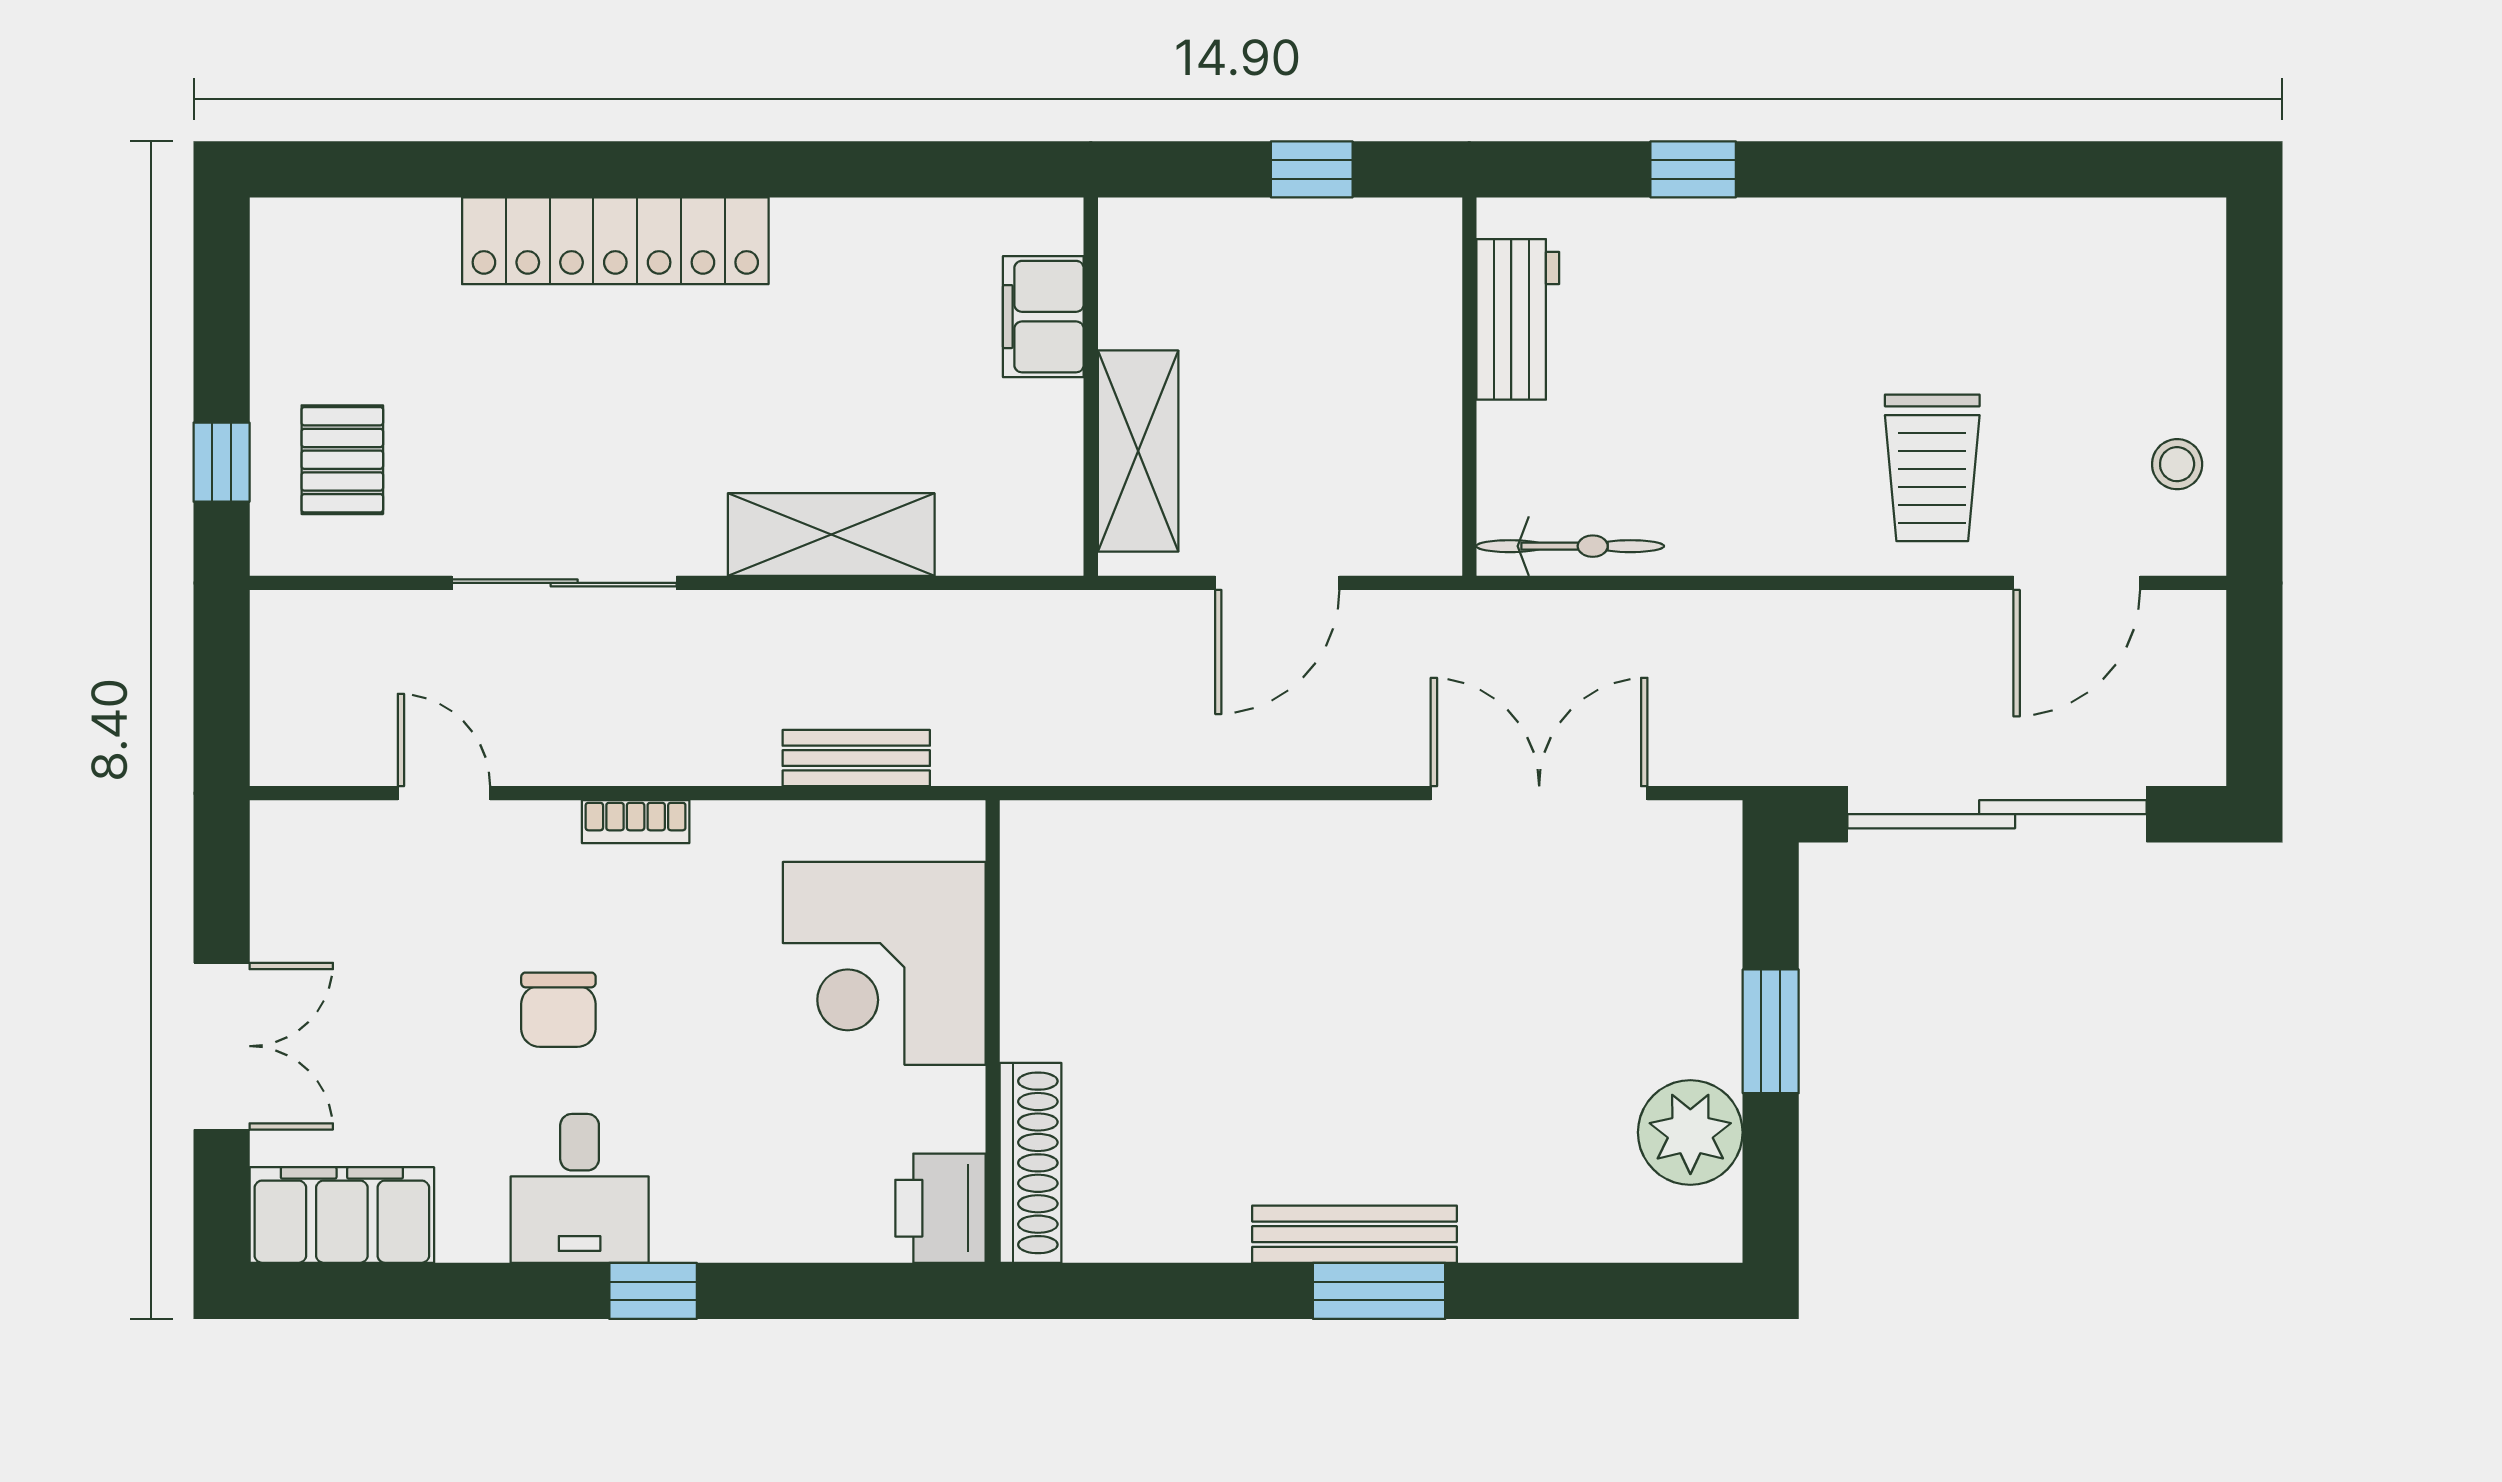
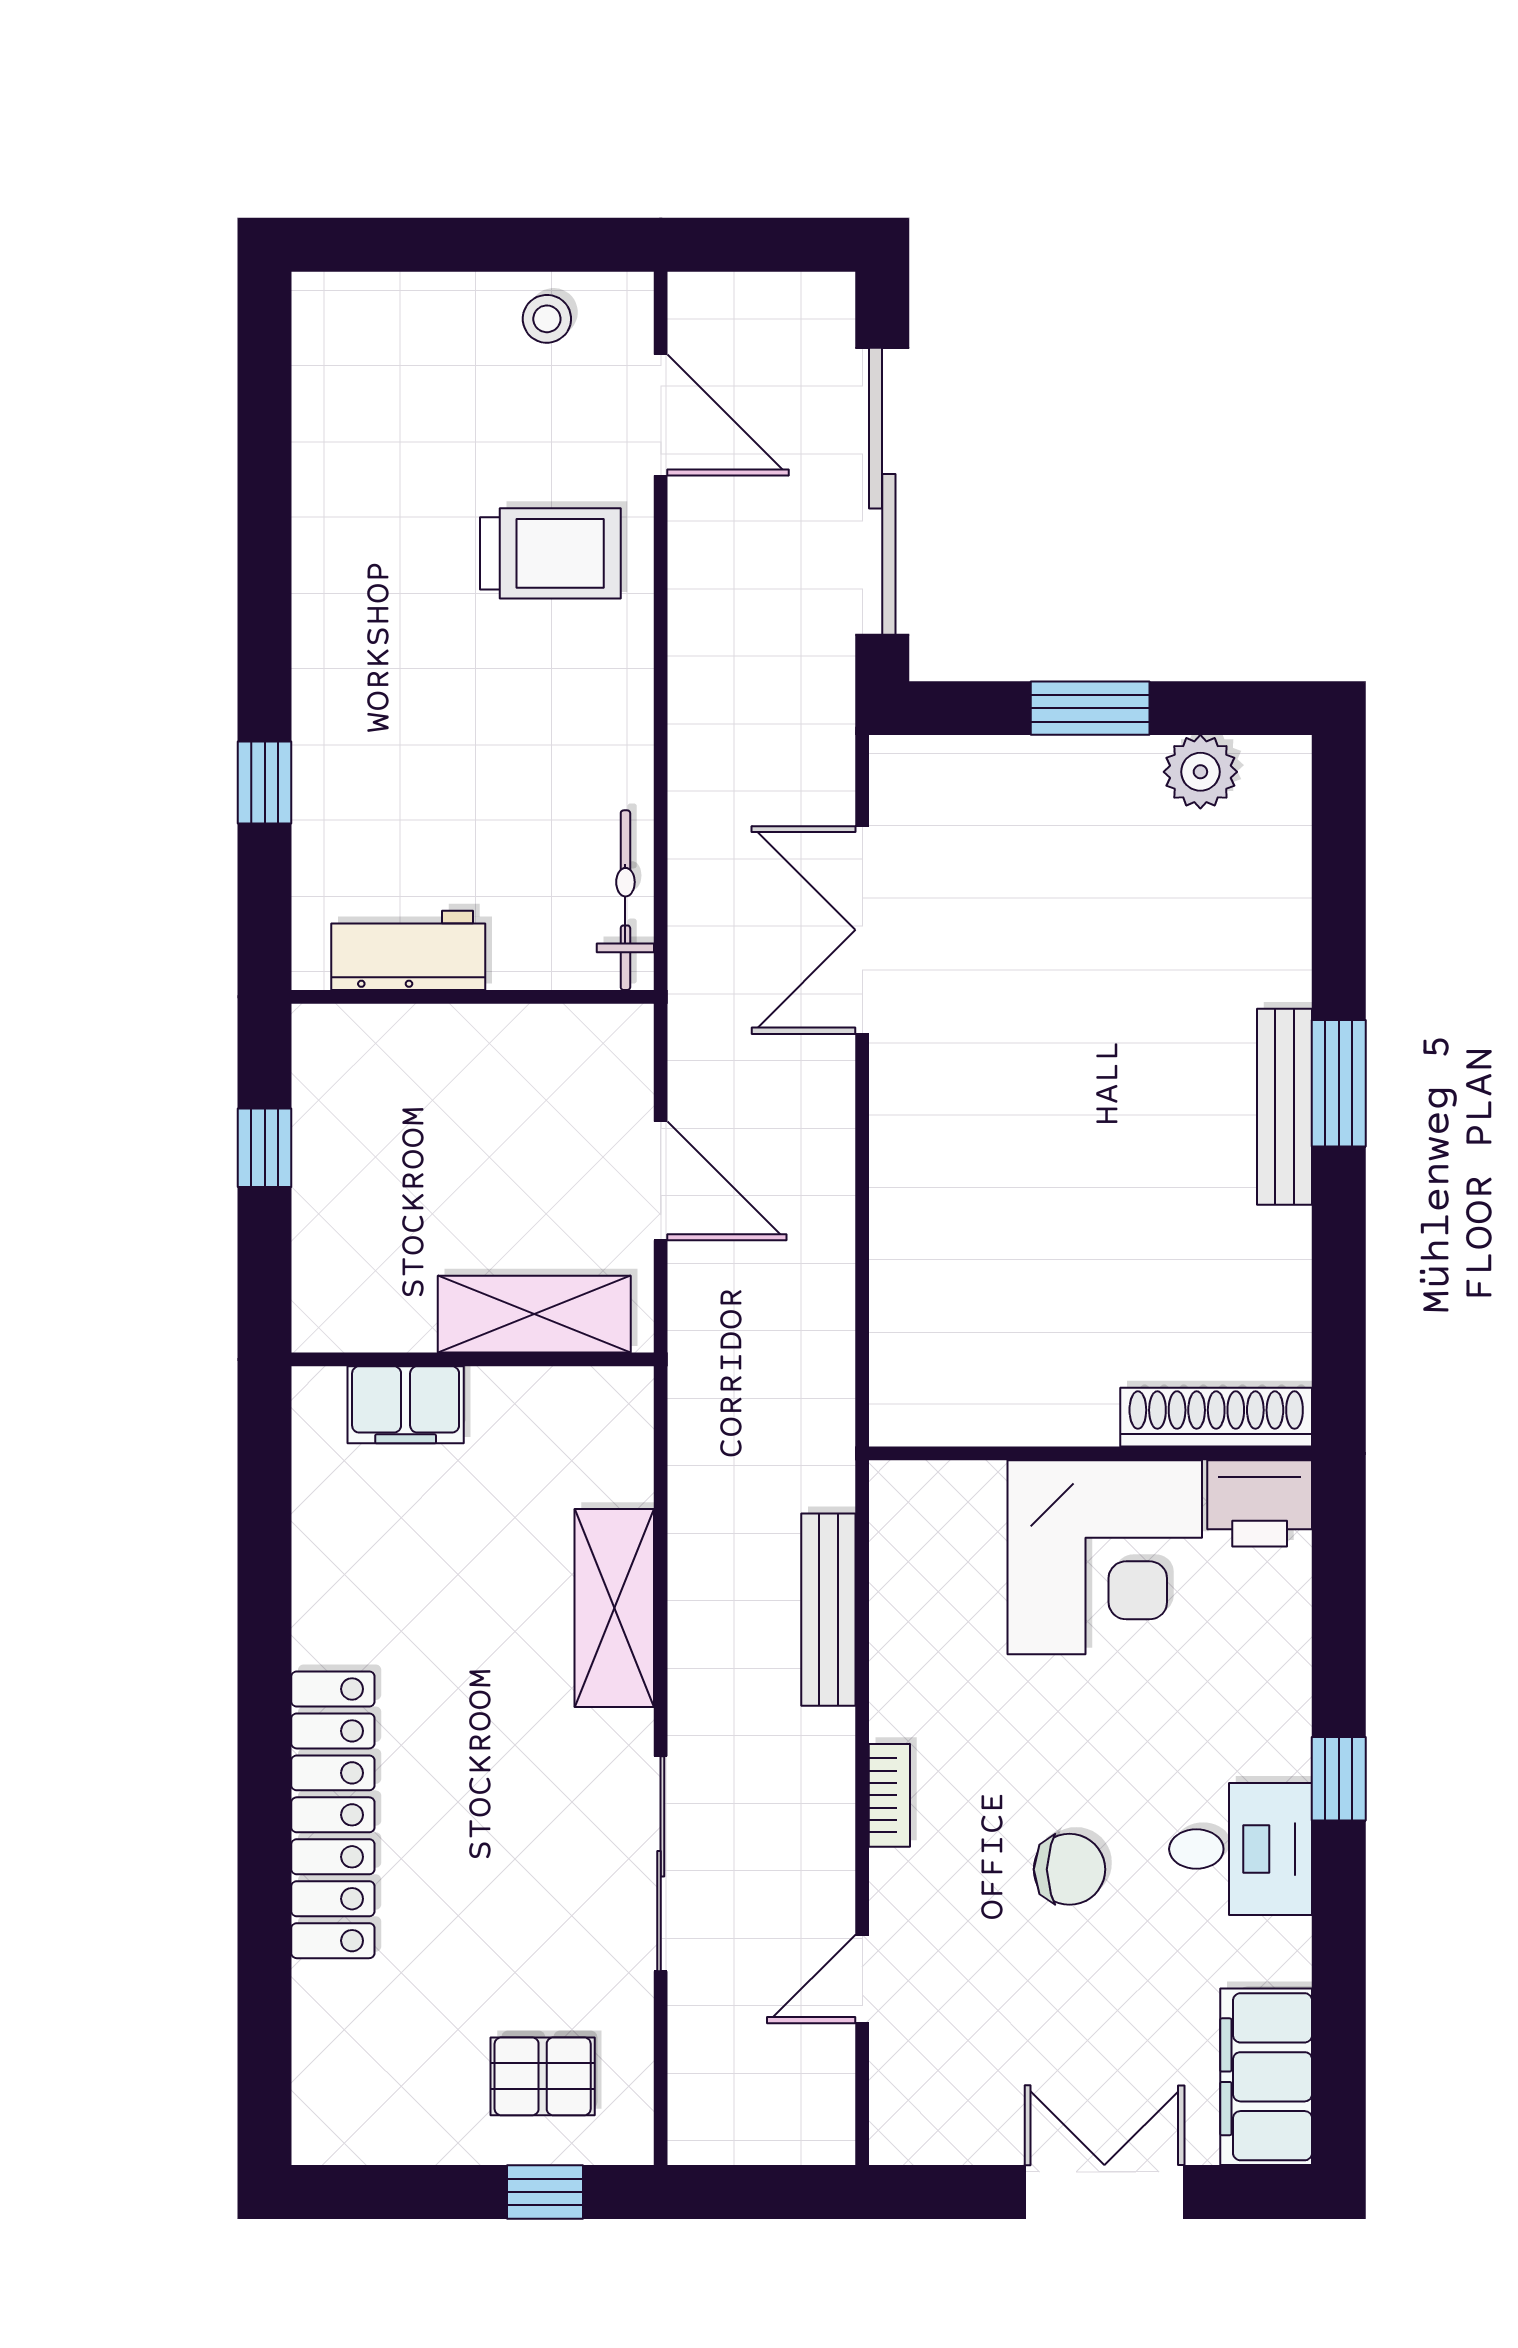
bench: (856, 758) -> (828, 1610), width x1.36
corner desk: (884, 963) -> (1105, 1557), moved
plant: (1690, 1132) -> (1200, 772), width x0.73, depth x0.73

